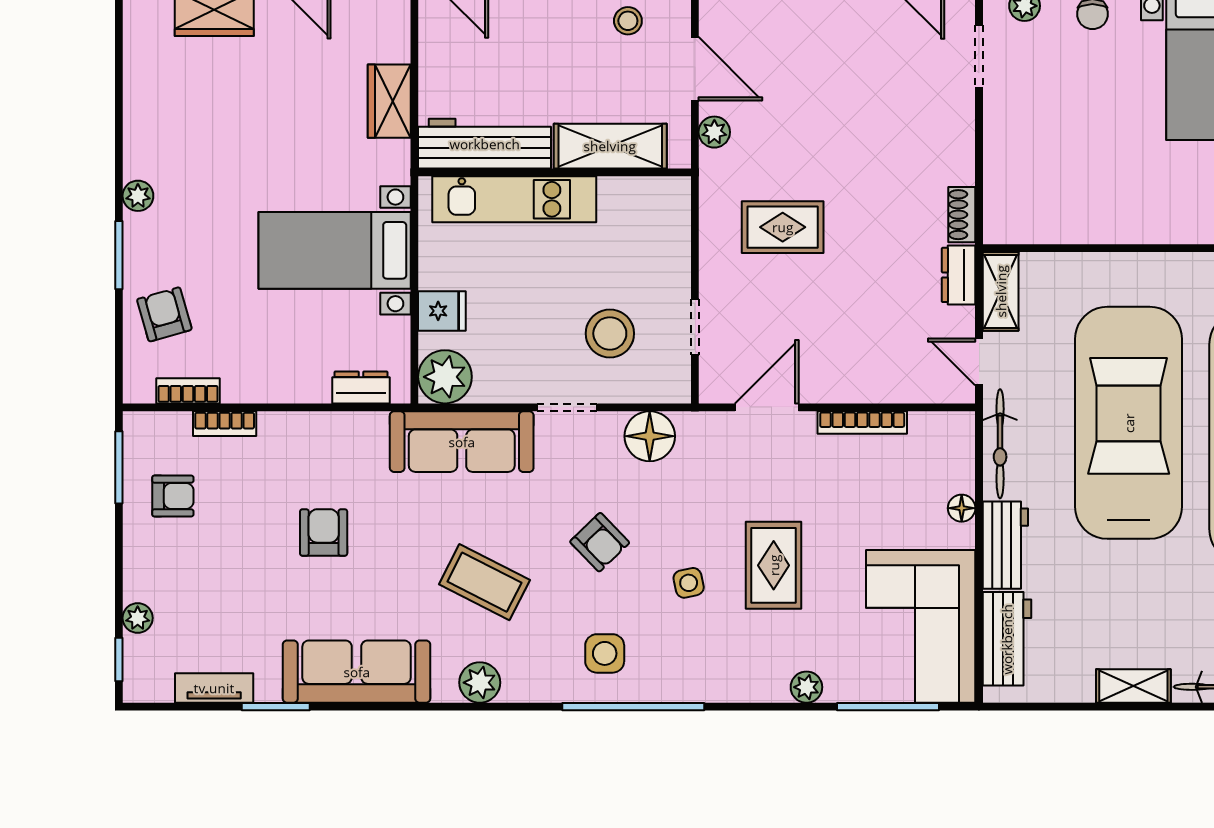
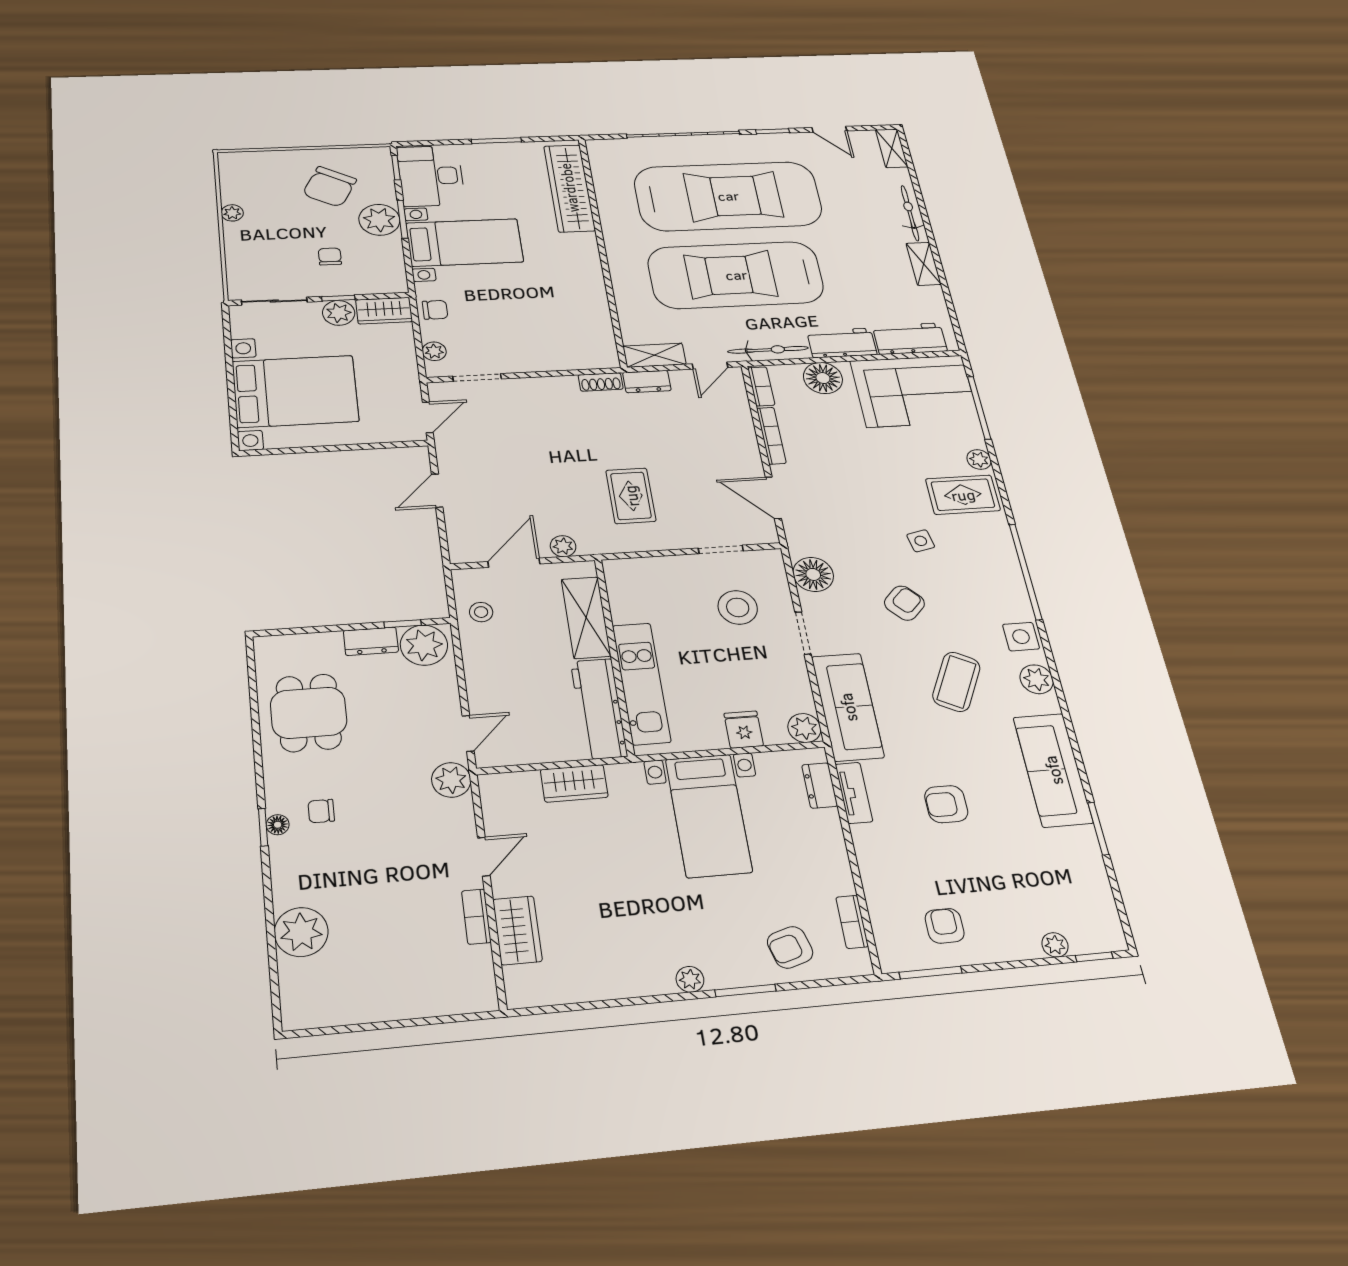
plant: (445, 377) -> (804, 728), width x0.73, depth x0.73
bookcase: (225, 424) -> (761, 386), moved
floor lamp: (962, 508) -> (823, 378), width x1.89, depth x1.89
rug: (774, 565) -> (963, 495), moved
side table: (605, 653) -> (1021, 637), moved
tv unit: (214, 688) -> (854, 793), moved, turned 180

